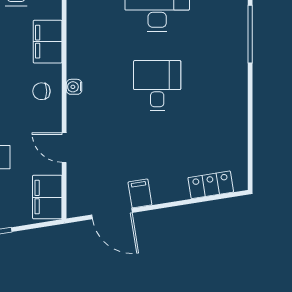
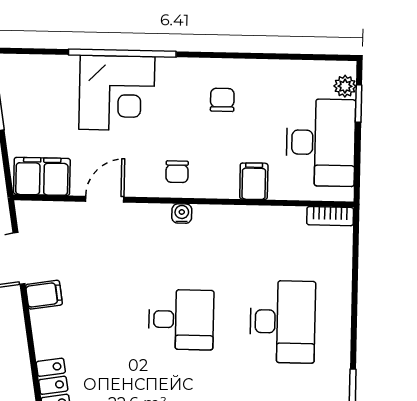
filing cabinet: (48, 42) -> (254, 181), width x0.50
chair: (41, 91) -> (177, 172), turned 180

